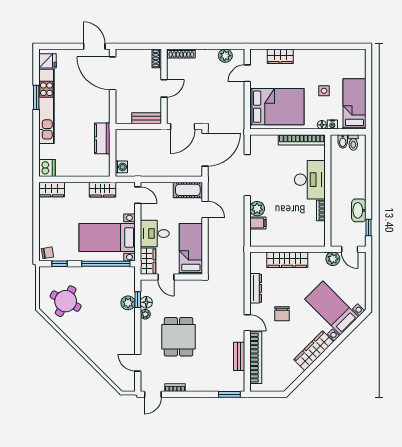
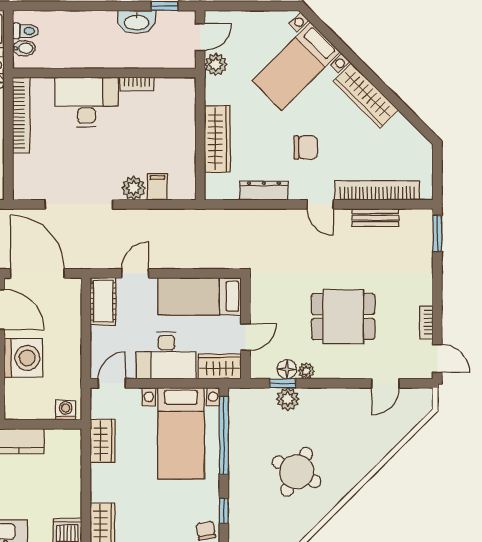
washing machine: (153, 141) -> (23, 358), added
desk: (155, 234) -> (166, 355), width x1.37
round table: (66, 301) -> (297, 472), moved
door: (247, 323) -> (320, 204), swing flipped

